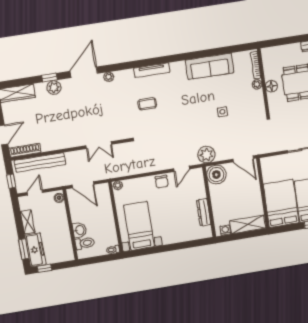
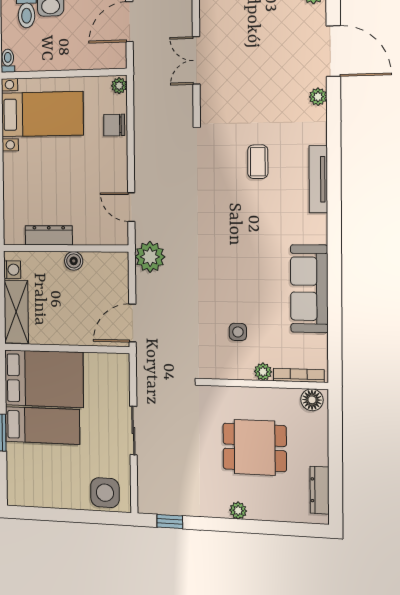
floor lamp: (271, 86) -> (312, 400), moved
side table: (222, 112) -> (238, 332), moved
boiler: (216, 175) -> (74, 261), moved, width x0.54, depth x0.54
chair: (162, 182) -> (114, 125), moved

